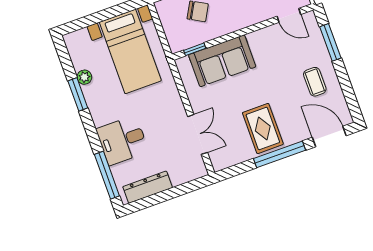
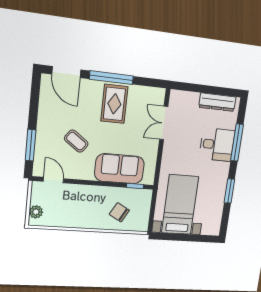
plant: (84, 77) -> (219, 201), removed
coffee table: (315, 82) -> (76, 141), moved, turned -54
window: (107, 175) -> (237, 143), moved

